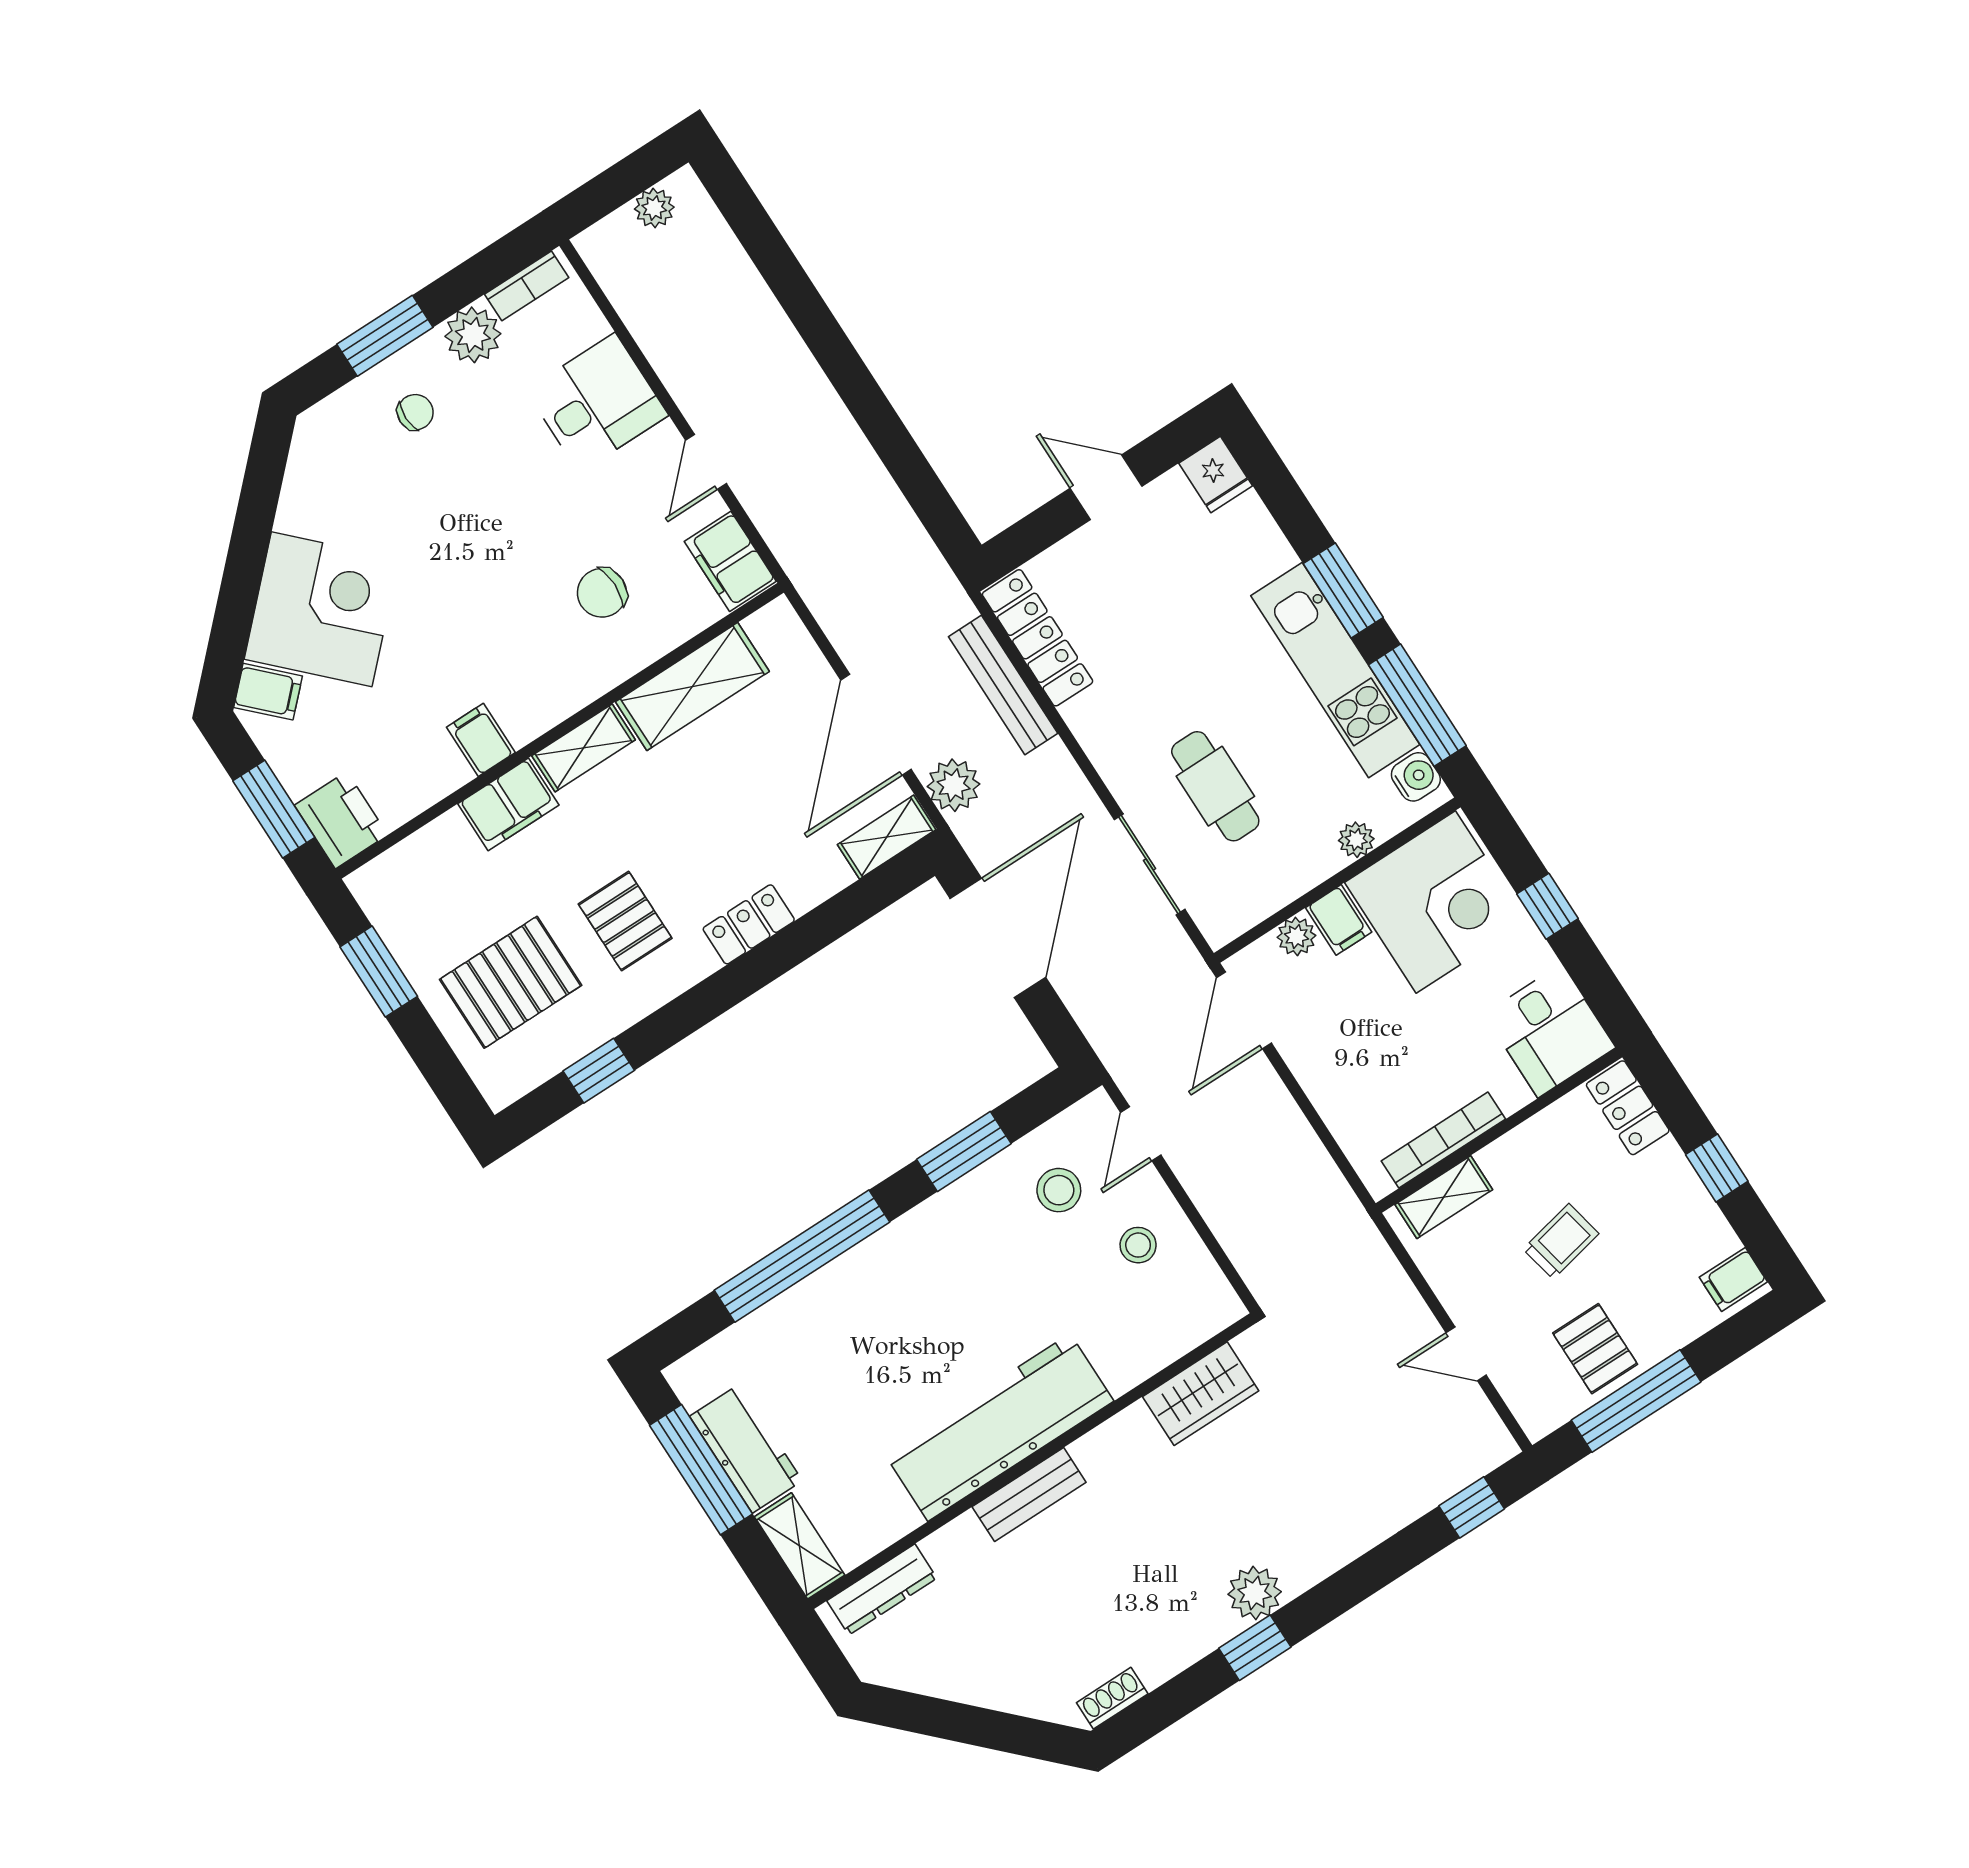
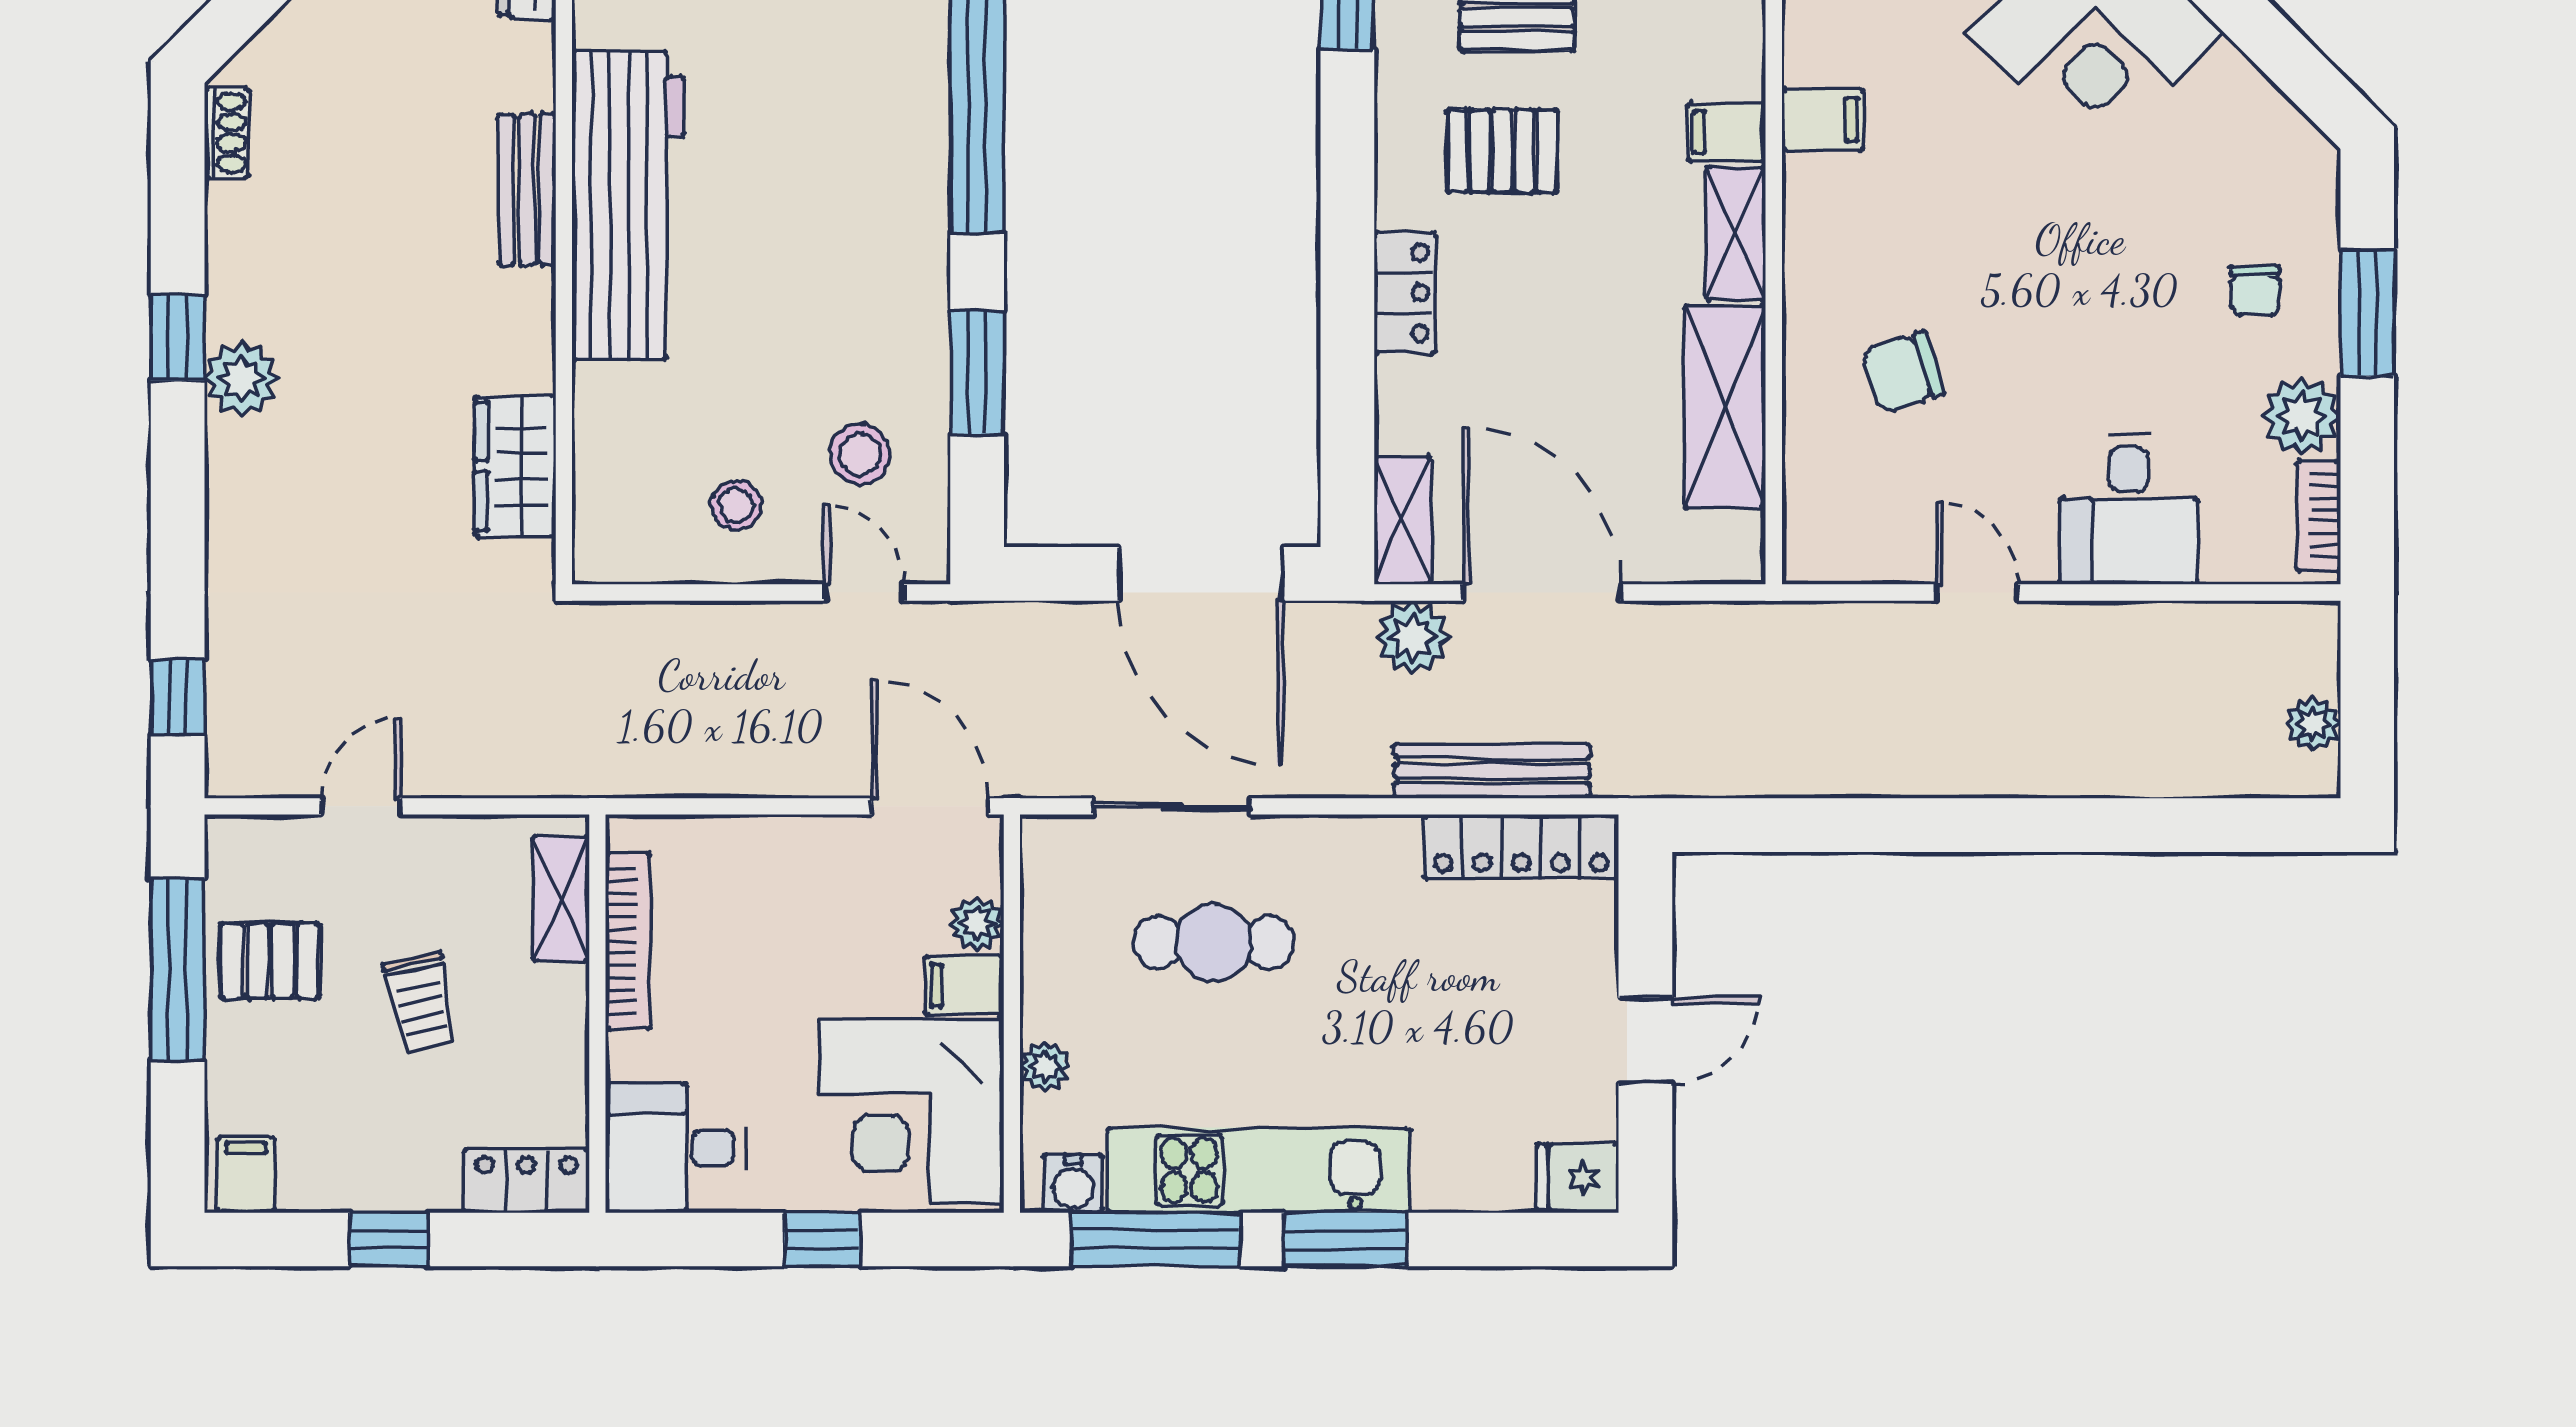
filing cabinet: (730, 561) -> (1843, 546), removed
chair: (602, 593) -> (1903, 372), turned -107
filing cabinet: (508, 804) -> (1727, 132), width x0.50

